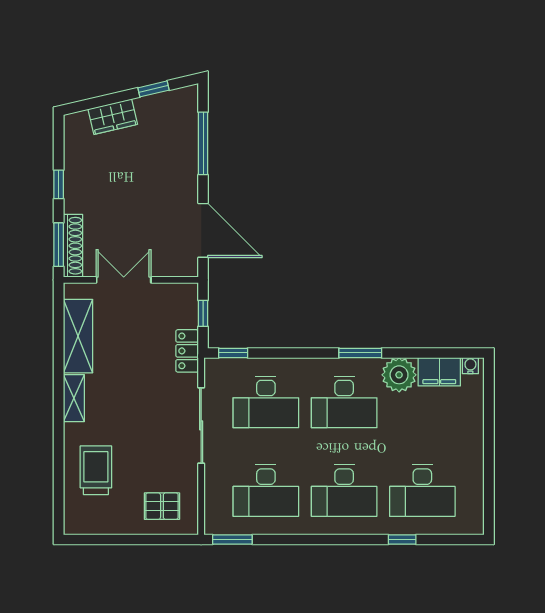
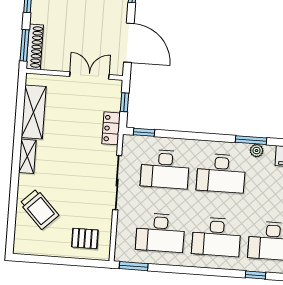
double door: (124, 280) -> (89, 76), moved
window: (360, 353) -> (251, 140), moved
plant: (399, 375) -> (257, 151), width x0.53, depth x0.53
trolley: (96, 470) -> (39, 209), turned 136

